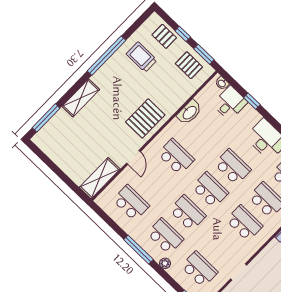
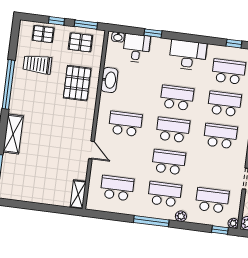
pallet: (145, 118) -> (77, 83), moved
shelving: (100, 178) -> (78, 194), width x0.67, depth x0.75

